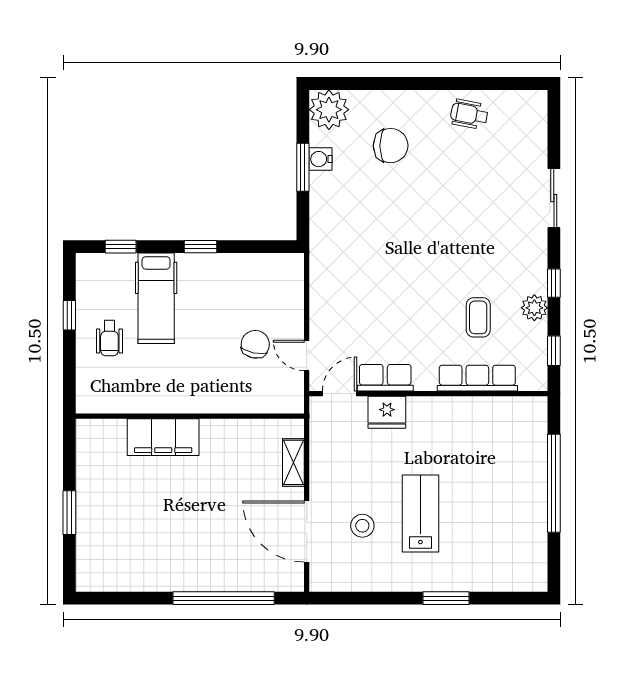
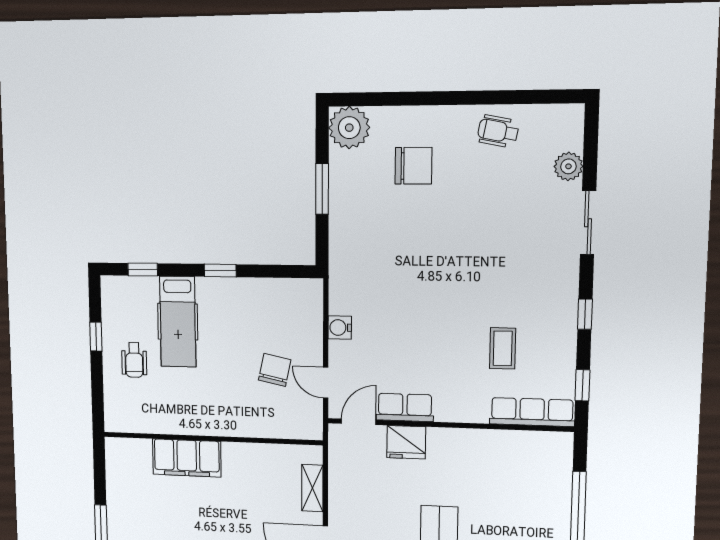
water cooler: (320, 159) -> (340, 328), moved
plant: (534, 308) -> (568, 166), moved
row of seats: (477, 378) -> (532, 412), moved

